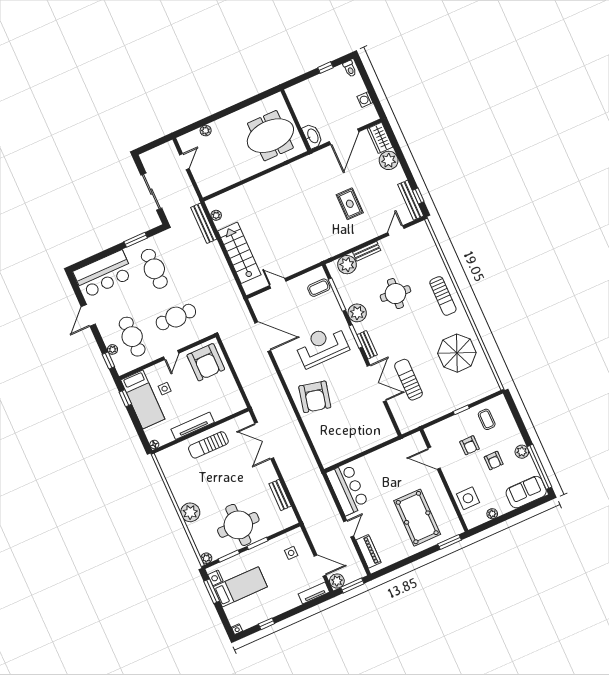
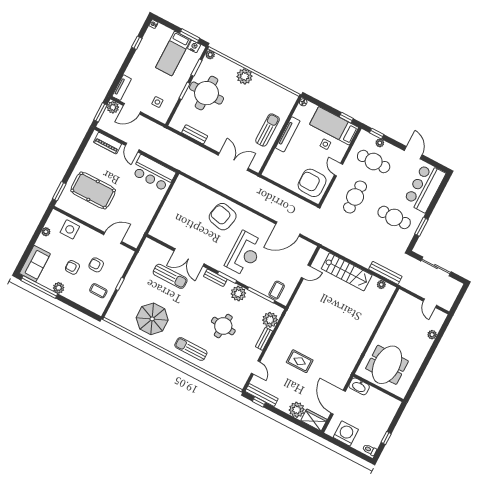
washing machine: (365, 100) -> (346, 433), width x1.89, depth x1.89

